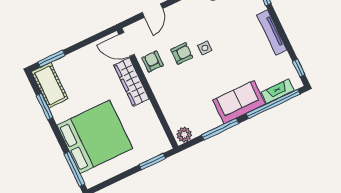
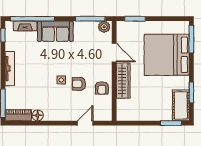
door: (127, 45) -> (114, 53), moved
window: (220, 129) -> (90, 19), moved

